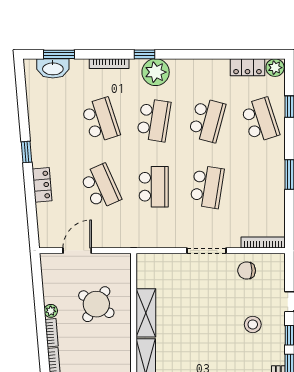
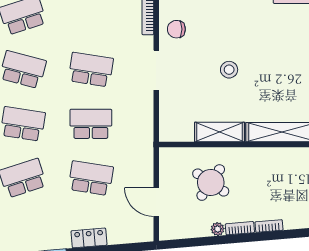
school desk: (101, 187) -> (91, 178), turned 33
chair: (247, 271) -> (176, 29), turned 90
stool: (253, 324) -> (229, 70), moved

